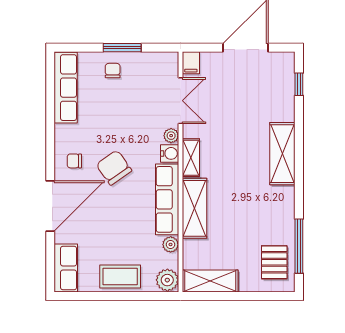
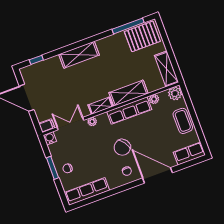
water cooler: (170, 153) -> (50, 138), moved
pallet: (274, 262) -> (142, 36), width x1.50, depth x1.42

